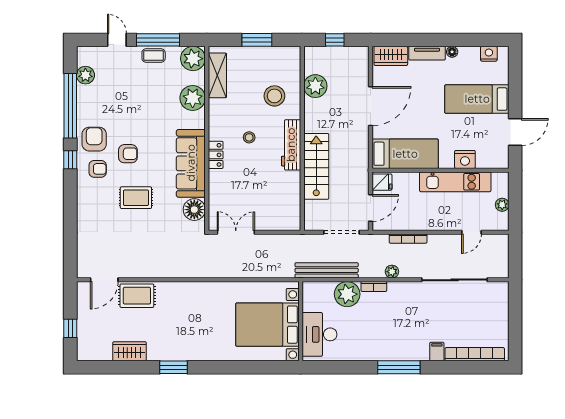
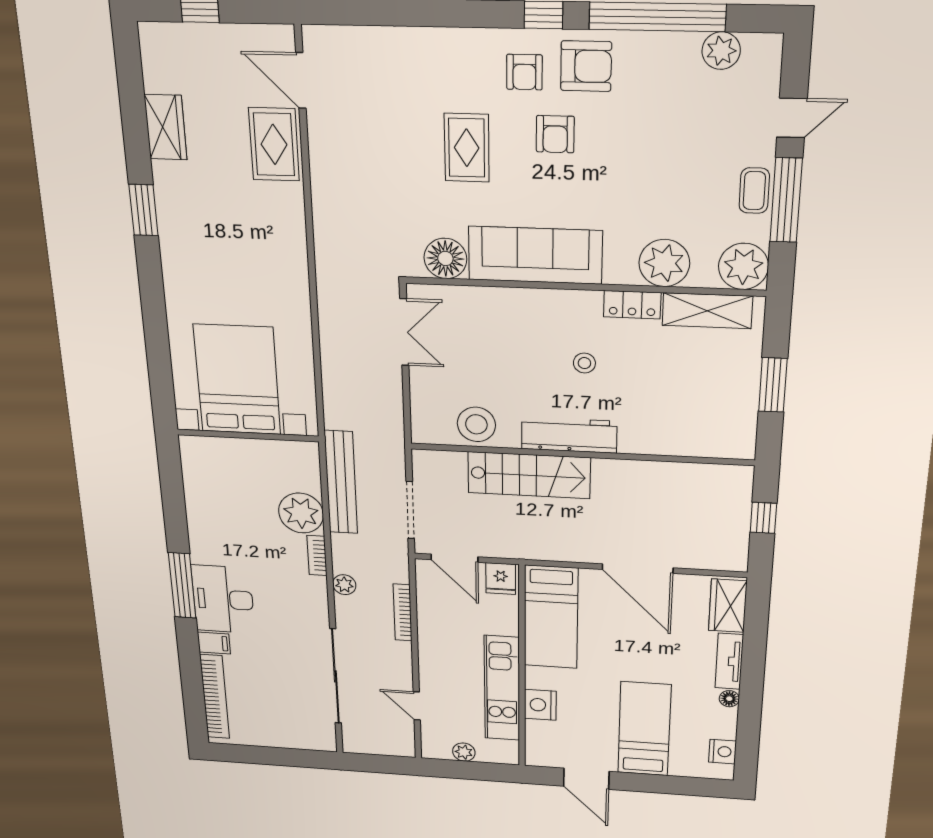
plant: (315, 86) -> (678, 481), removed
stool: (274, 96) -> (476, 424), moved
locker: (216, 155) -> (632, 305), moved
desk: (319, 334) -> (223, 599), moved, turned -90

